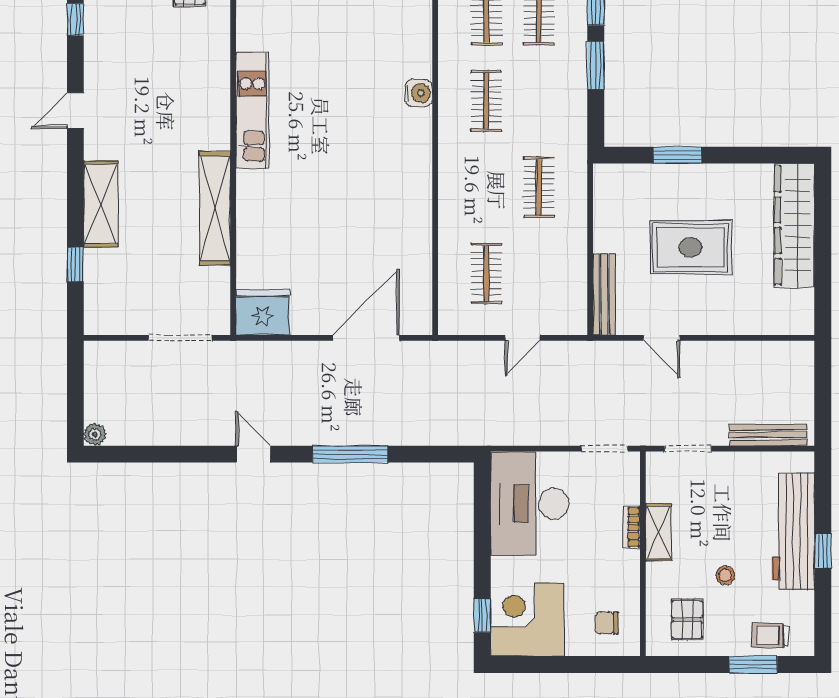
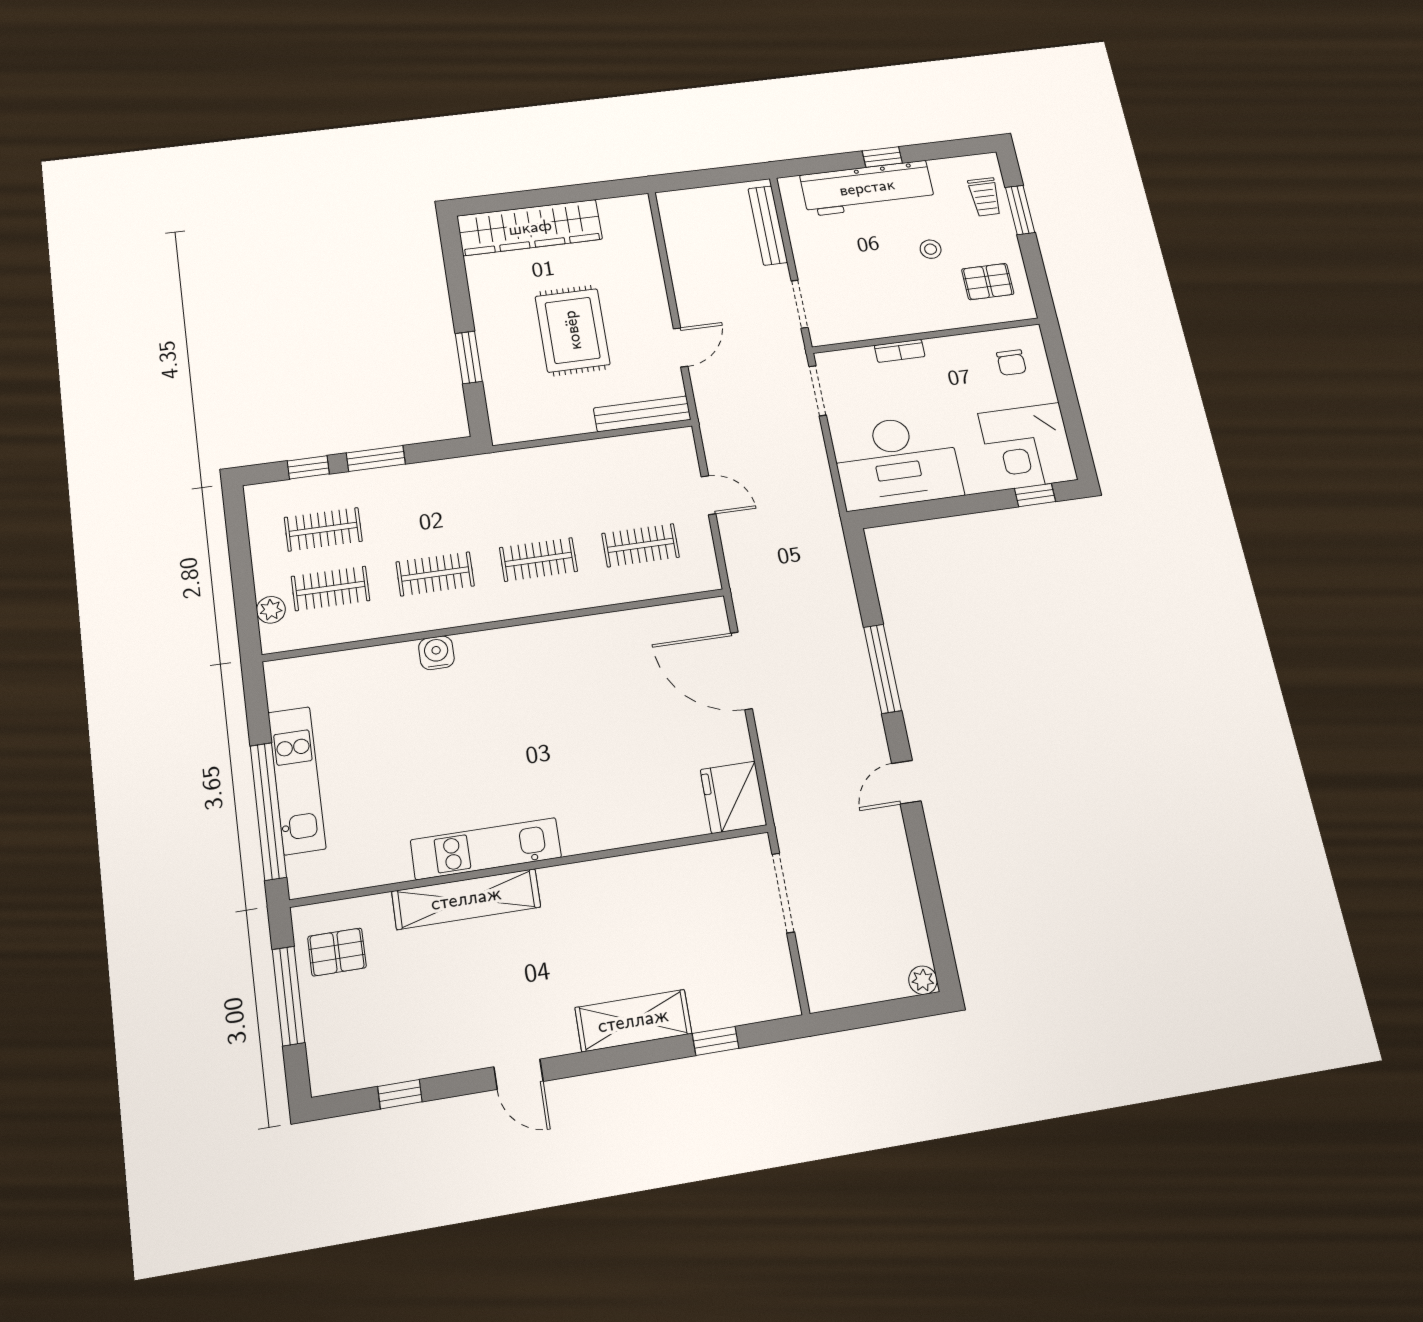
clothes rail: (539, 187) -> (538, 560), moved
shelving: (215, 208) -> (466, 899), moved
shelving: (658, 532) -> (899, 323), removed

